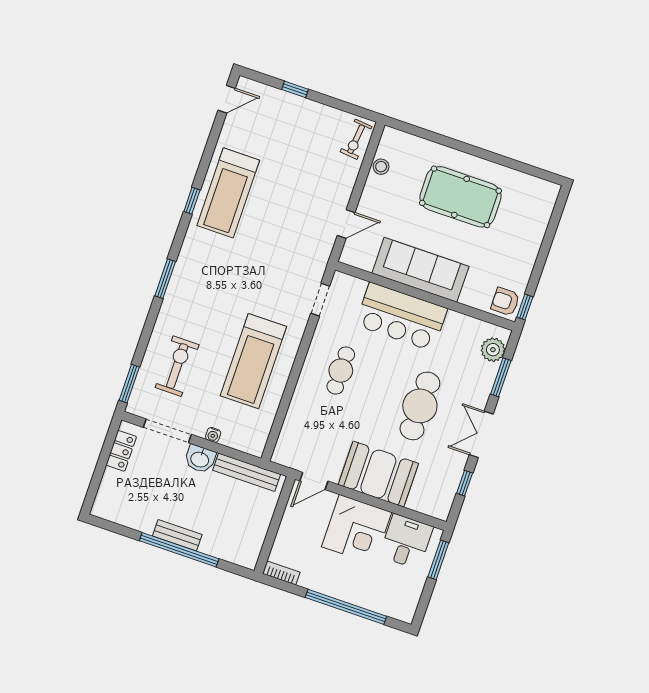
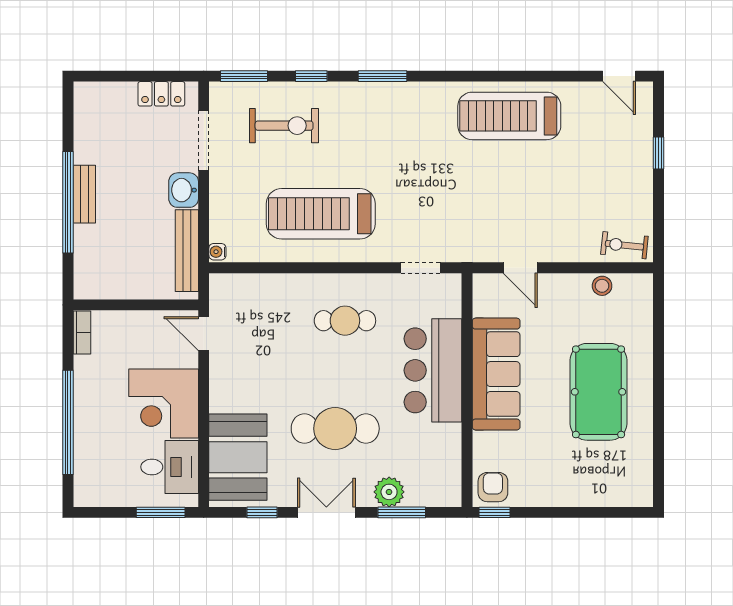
window: (192, 201) -> (311, 76), moved
plant: (493, 350) -> (389, 492), moved
water cooler: (213, 435) -> (217, 252), moved
booth: (378, 474) -> (238, 457), moved

